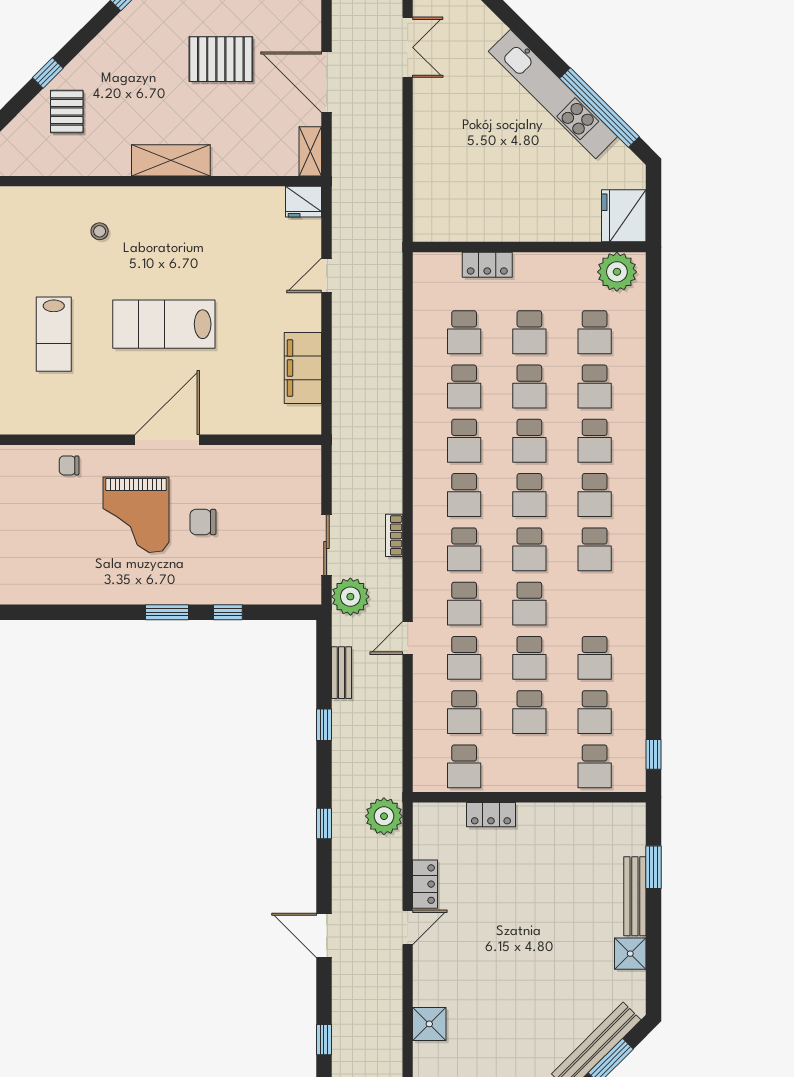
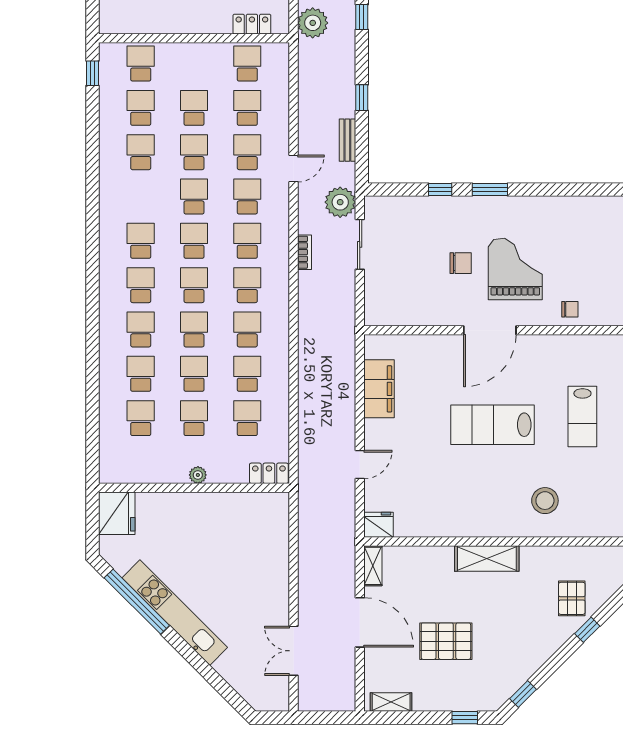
stool: (100, 231) -> (545, 501), width x1.89, depth x1.89
locker: (487, 265) -> (269, 473), moved
plant: (617, 272) -> (198, 475), moved, width x0.53, depth x0.53
lab bench: (164, 324) -> (493, 425), turned 180
lab bench: (54, 334) -> (582, 417), turned 180
locker: (491, 815) -> (252, 24), moved

